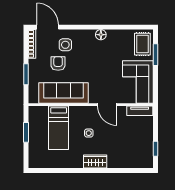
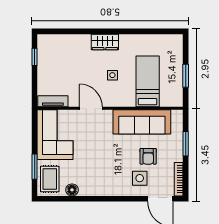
floor lamp: (101, 35) -> (72, 190), moved

